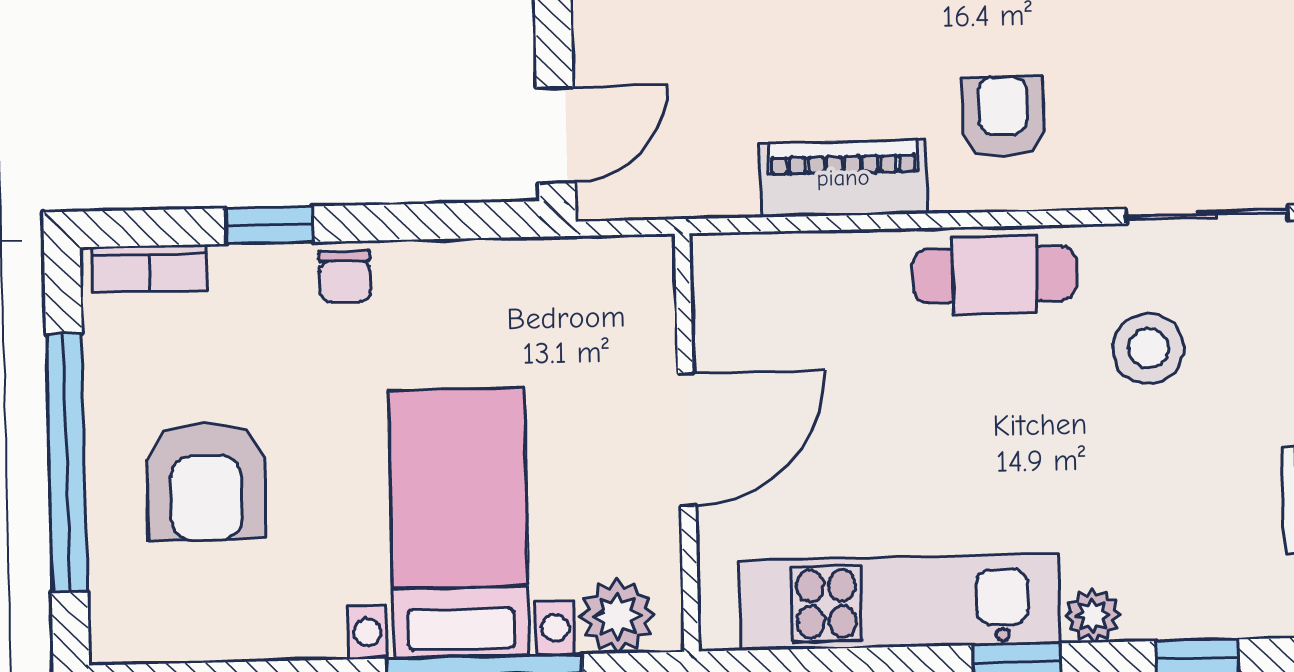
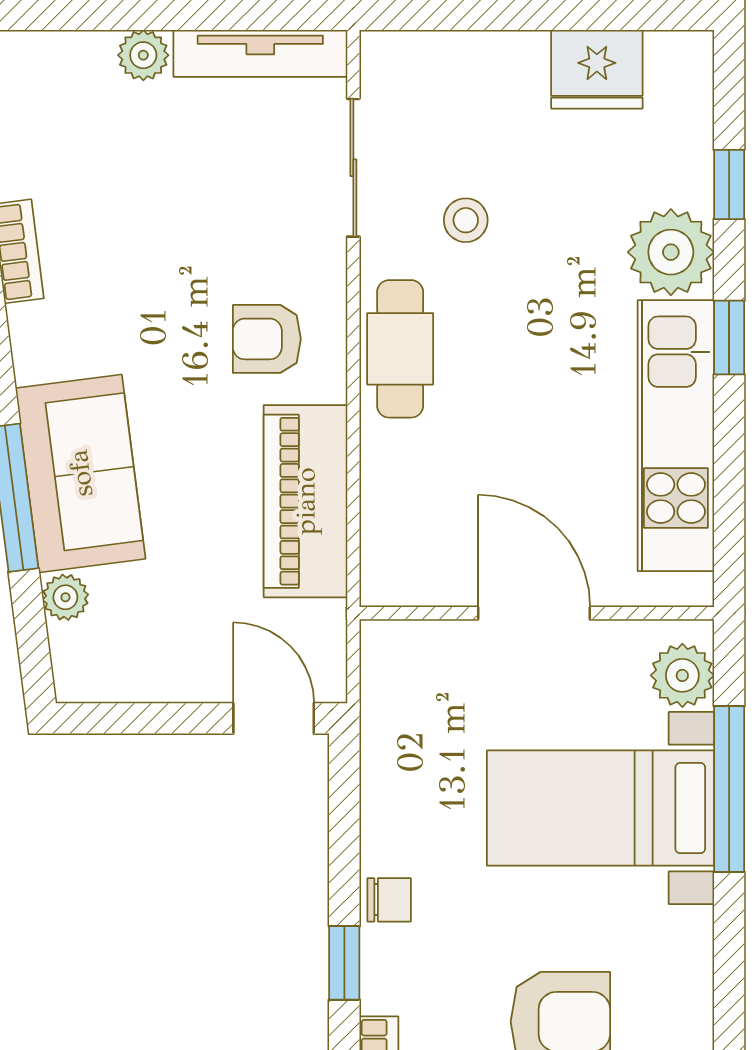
piano: (843, 178) -> (305, 501), width x1.37, depth x1.33
stool: (1148, 348) -> (466, 220), width x0.73, depth x0.73
plant: (1093, 615) -> (671, 252), width x1.88, depth x1.88

